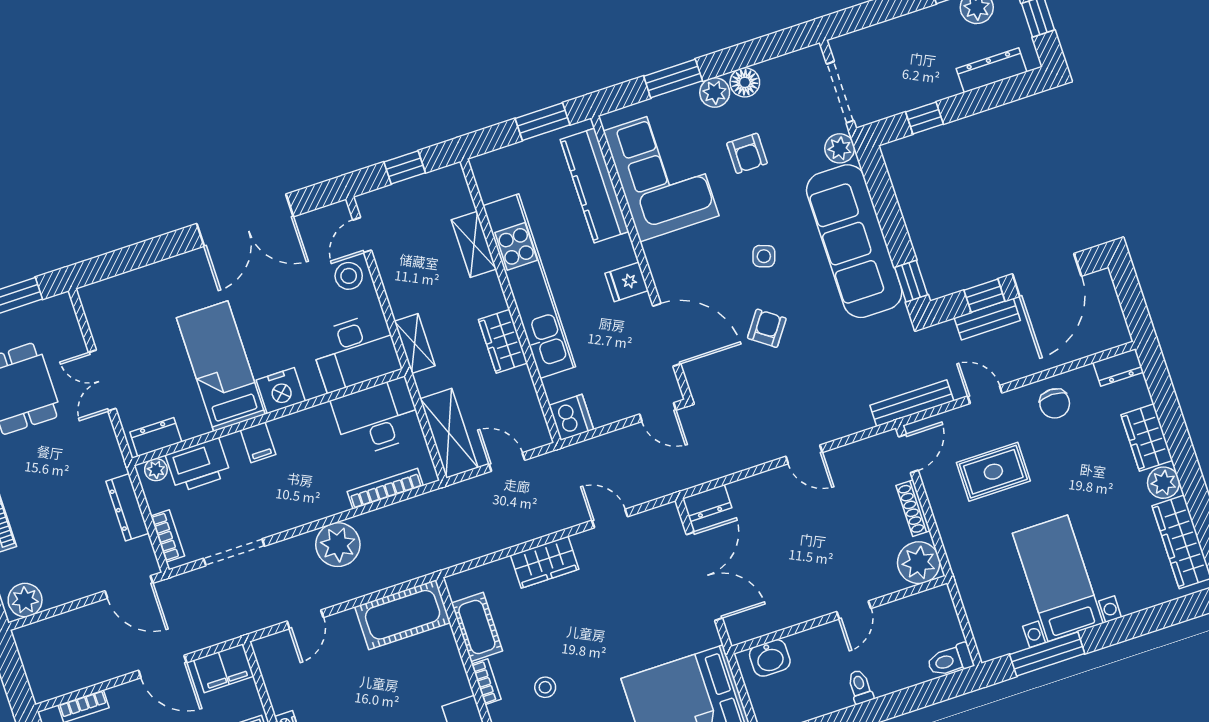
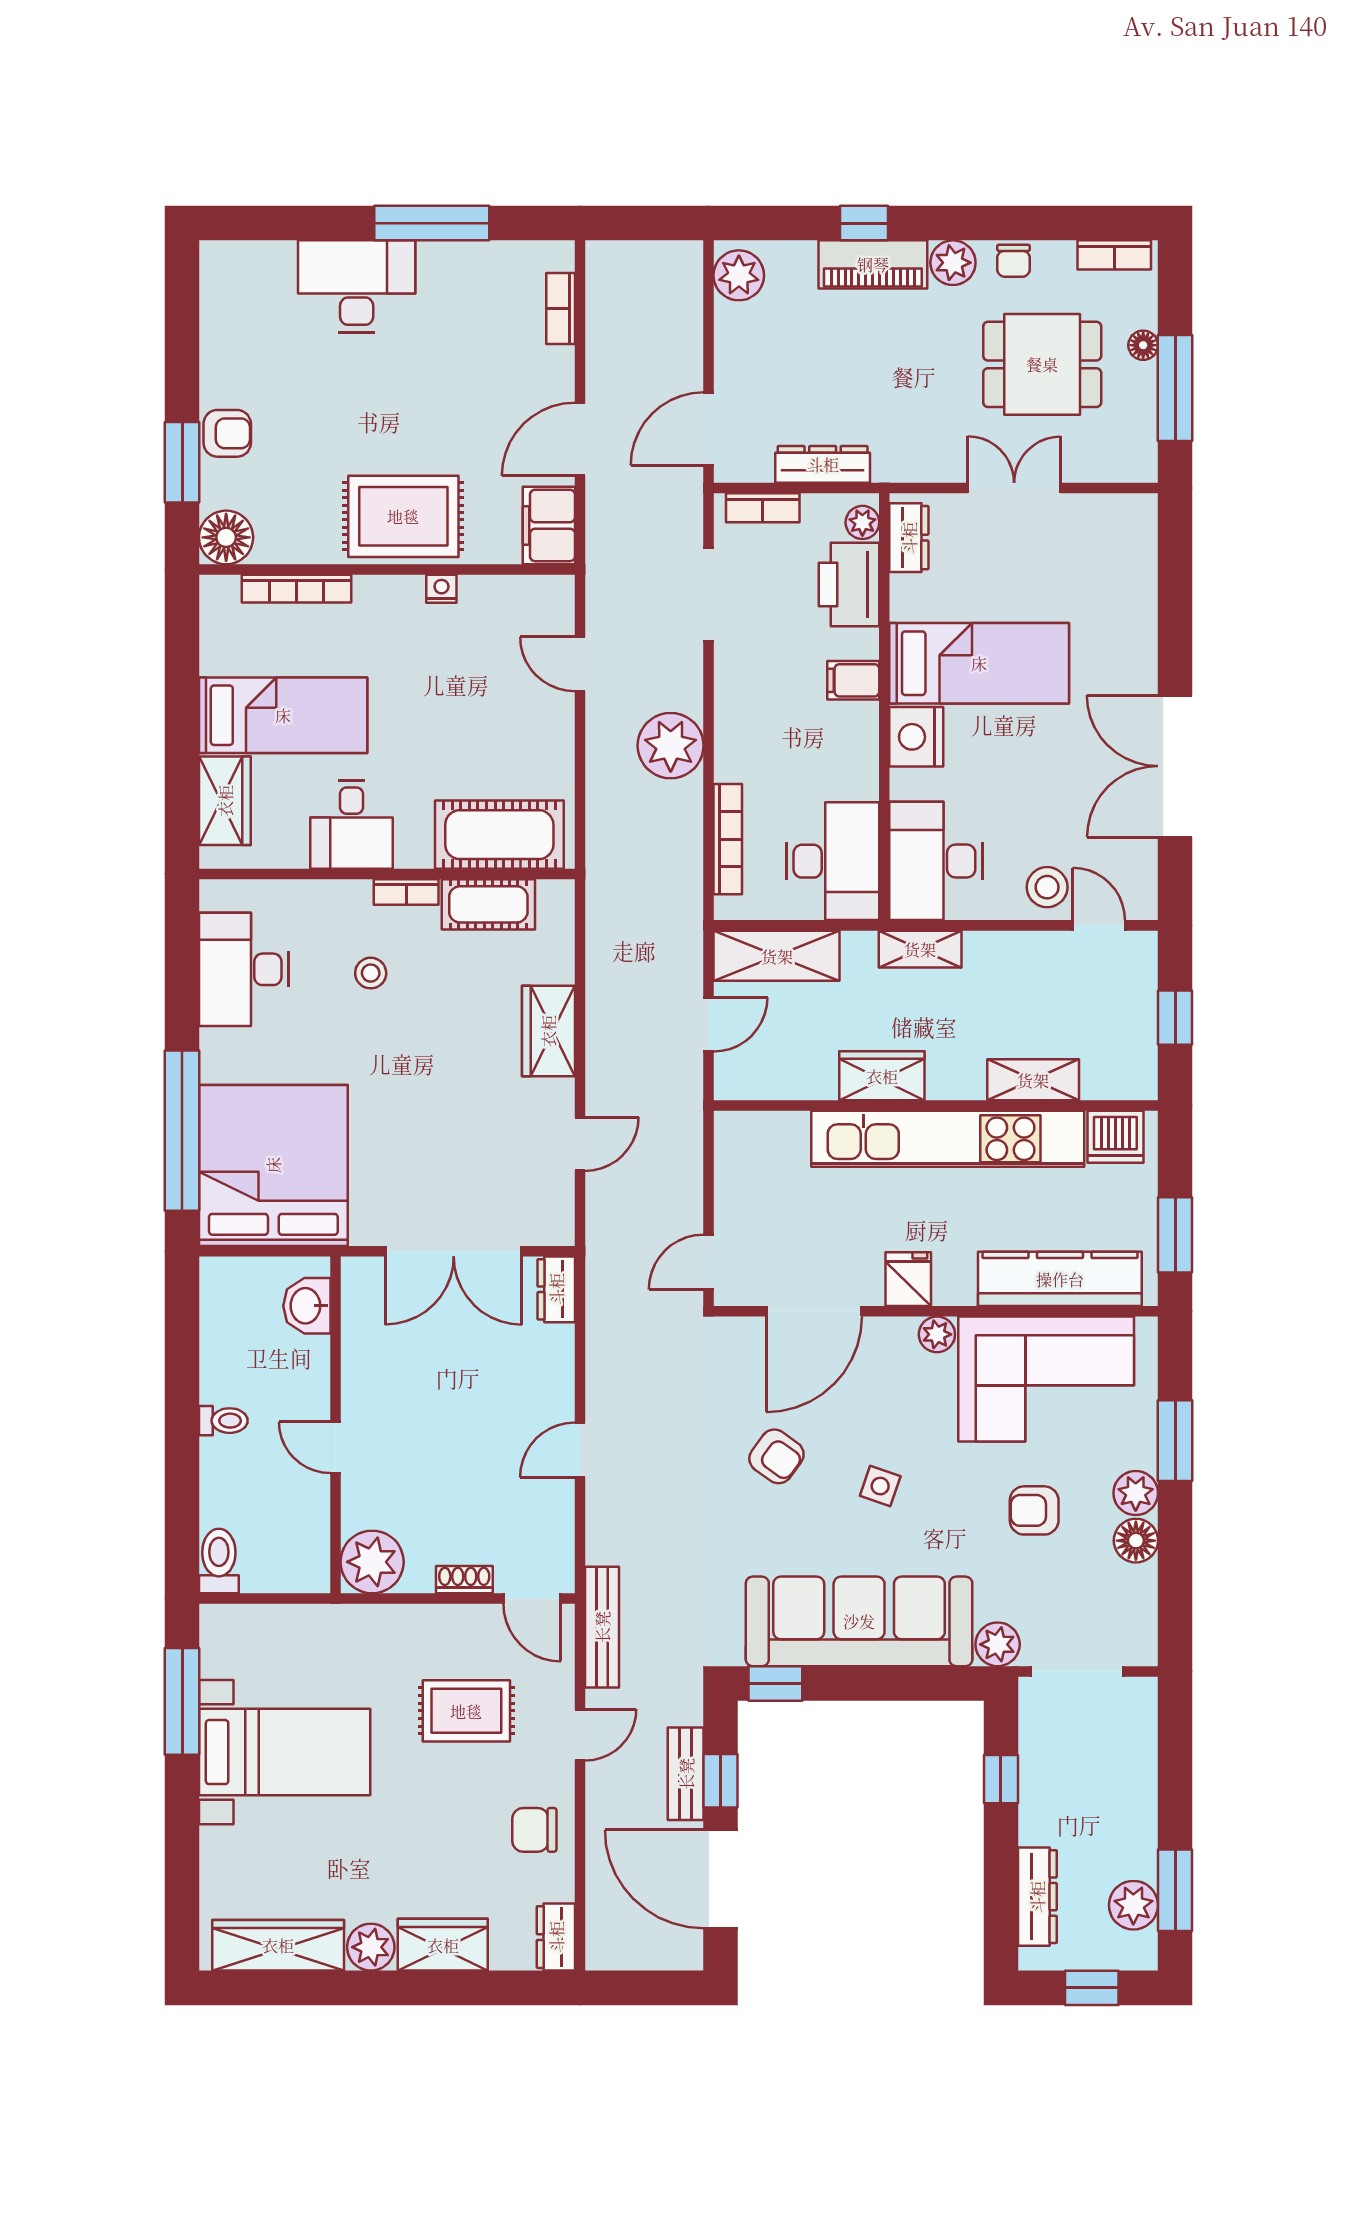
plant: (656, 252) -> (937, 1334), added
dishwasher: (571, 417) -> (1115, 1137), moved
rug: (993, 472) -> (466, 1711), turned 90
shoe rack: (913, 508) -> (464, 1580), width x0.70
cot: (403, 615) -> (499, 835), moved, turned 90

